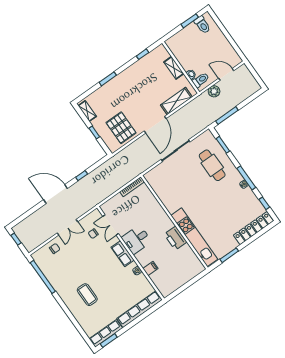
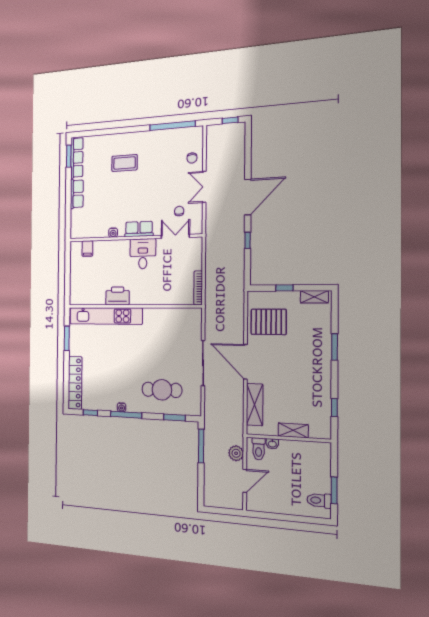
filing cabinet: (150, 268) -> (87, 249), moved
row of seats: (140, 309) -> (77, 194), width x0.50

